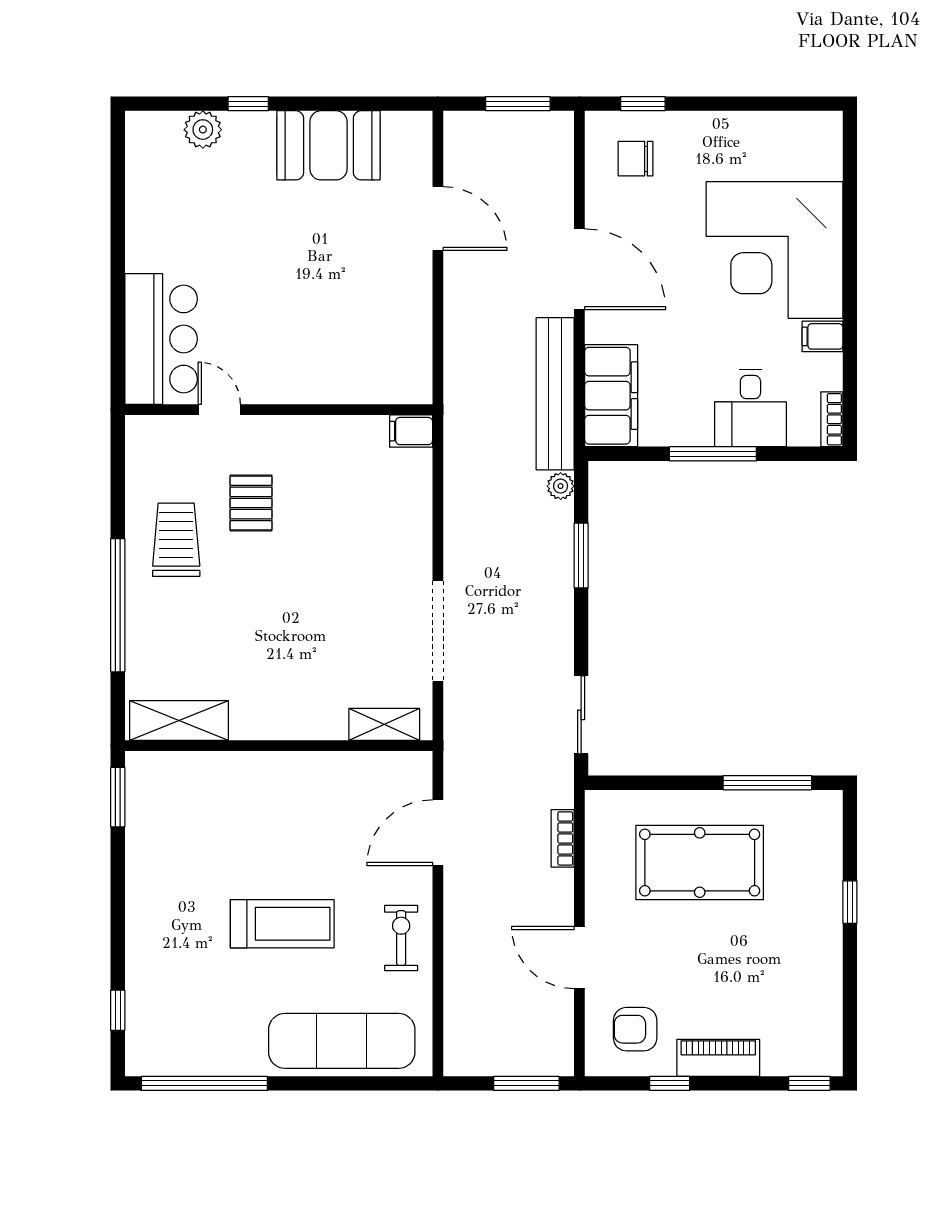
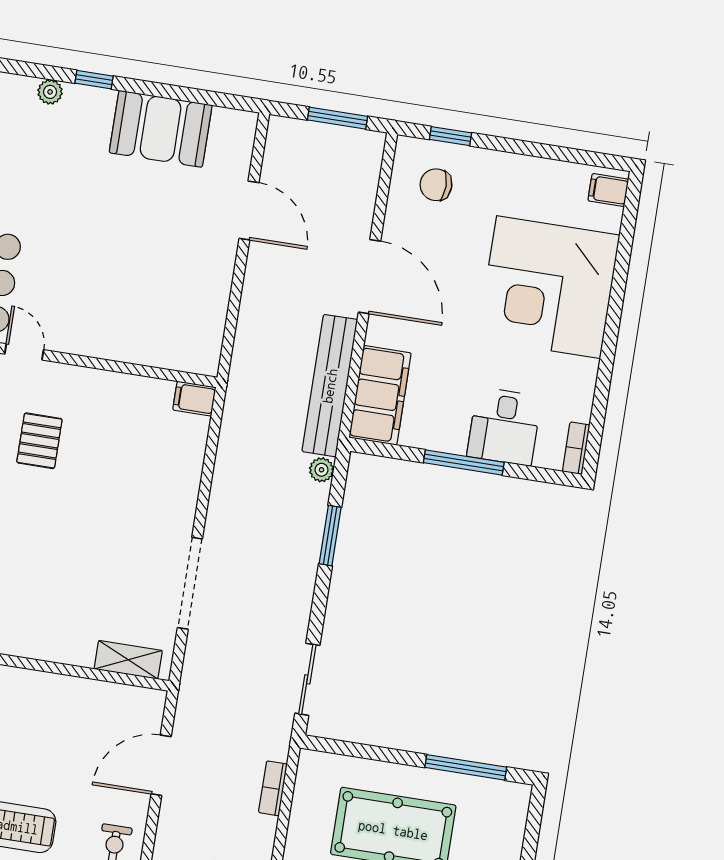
plant: (203, 130) -> (50, 92), width x0.73, depth x0.73
filing cabinet: (822, 336) -> (608, 190), moved

